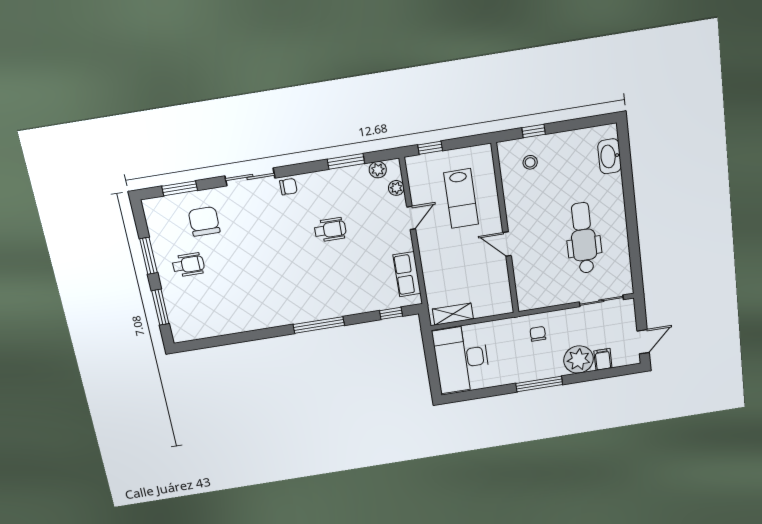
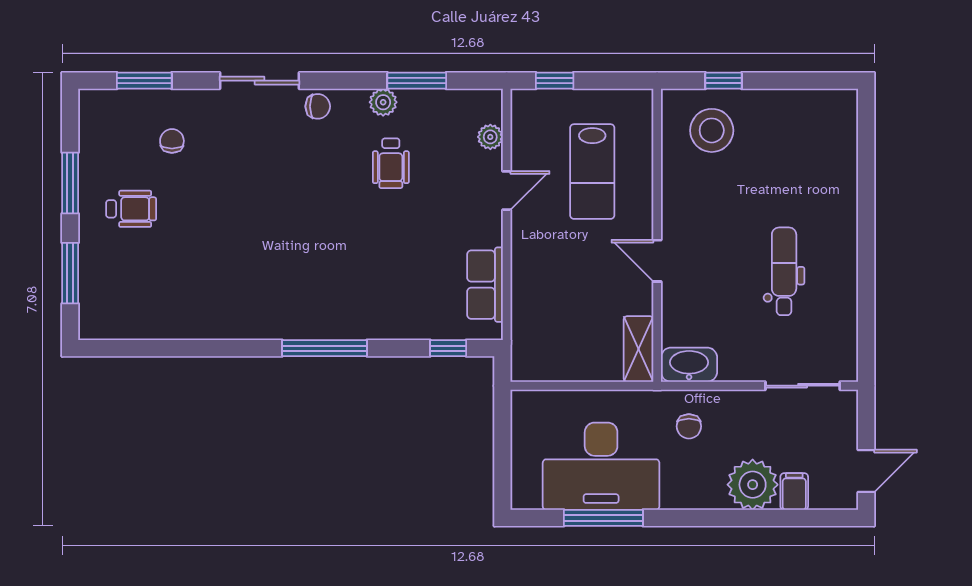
washbasin: (610, 156) -> (689, 365), moved, turned 90
stool: (530, 162) -> (712, 130), width x1.89, depth x1.89
plant: (378, 170) -> (383, 102), moved
chair: (204, 221) -> (172, 141), width x0.54, depth x0.54
wheelchair: (330, 230) -> (391, 163), moved, turned 90
dental chair: (583, 238) -> (784, 271), width x0.73, depth x0.72
shelving: (453, 314) -> (638, 349), moved, turned 90
chair: (538, 334) -> (689, 426), turned 180
desk: (462, 359) -> (601, 466), moved, turned -90
window: (539, 384) -> (603, 518), moved

